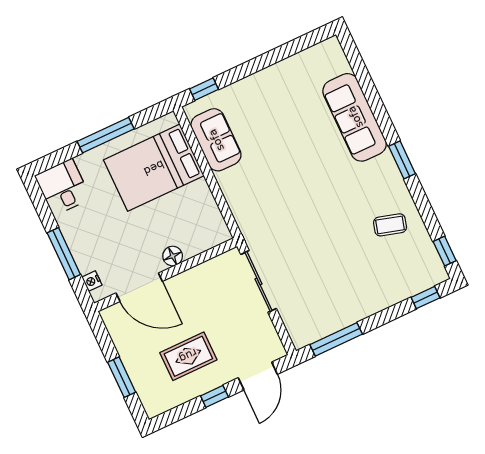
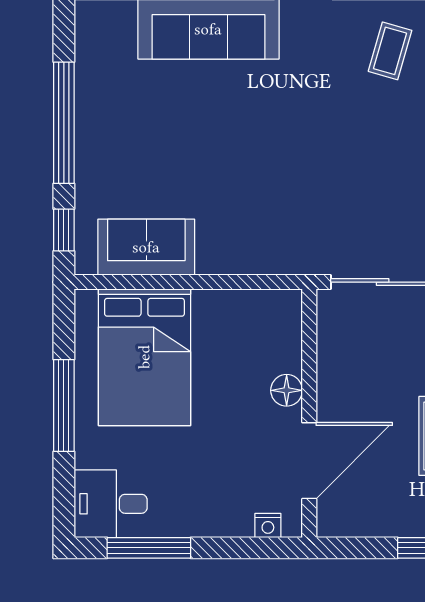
window: (264, 61) -> (64, 123), added
window: (64, 254) -> (149, 548), moved

